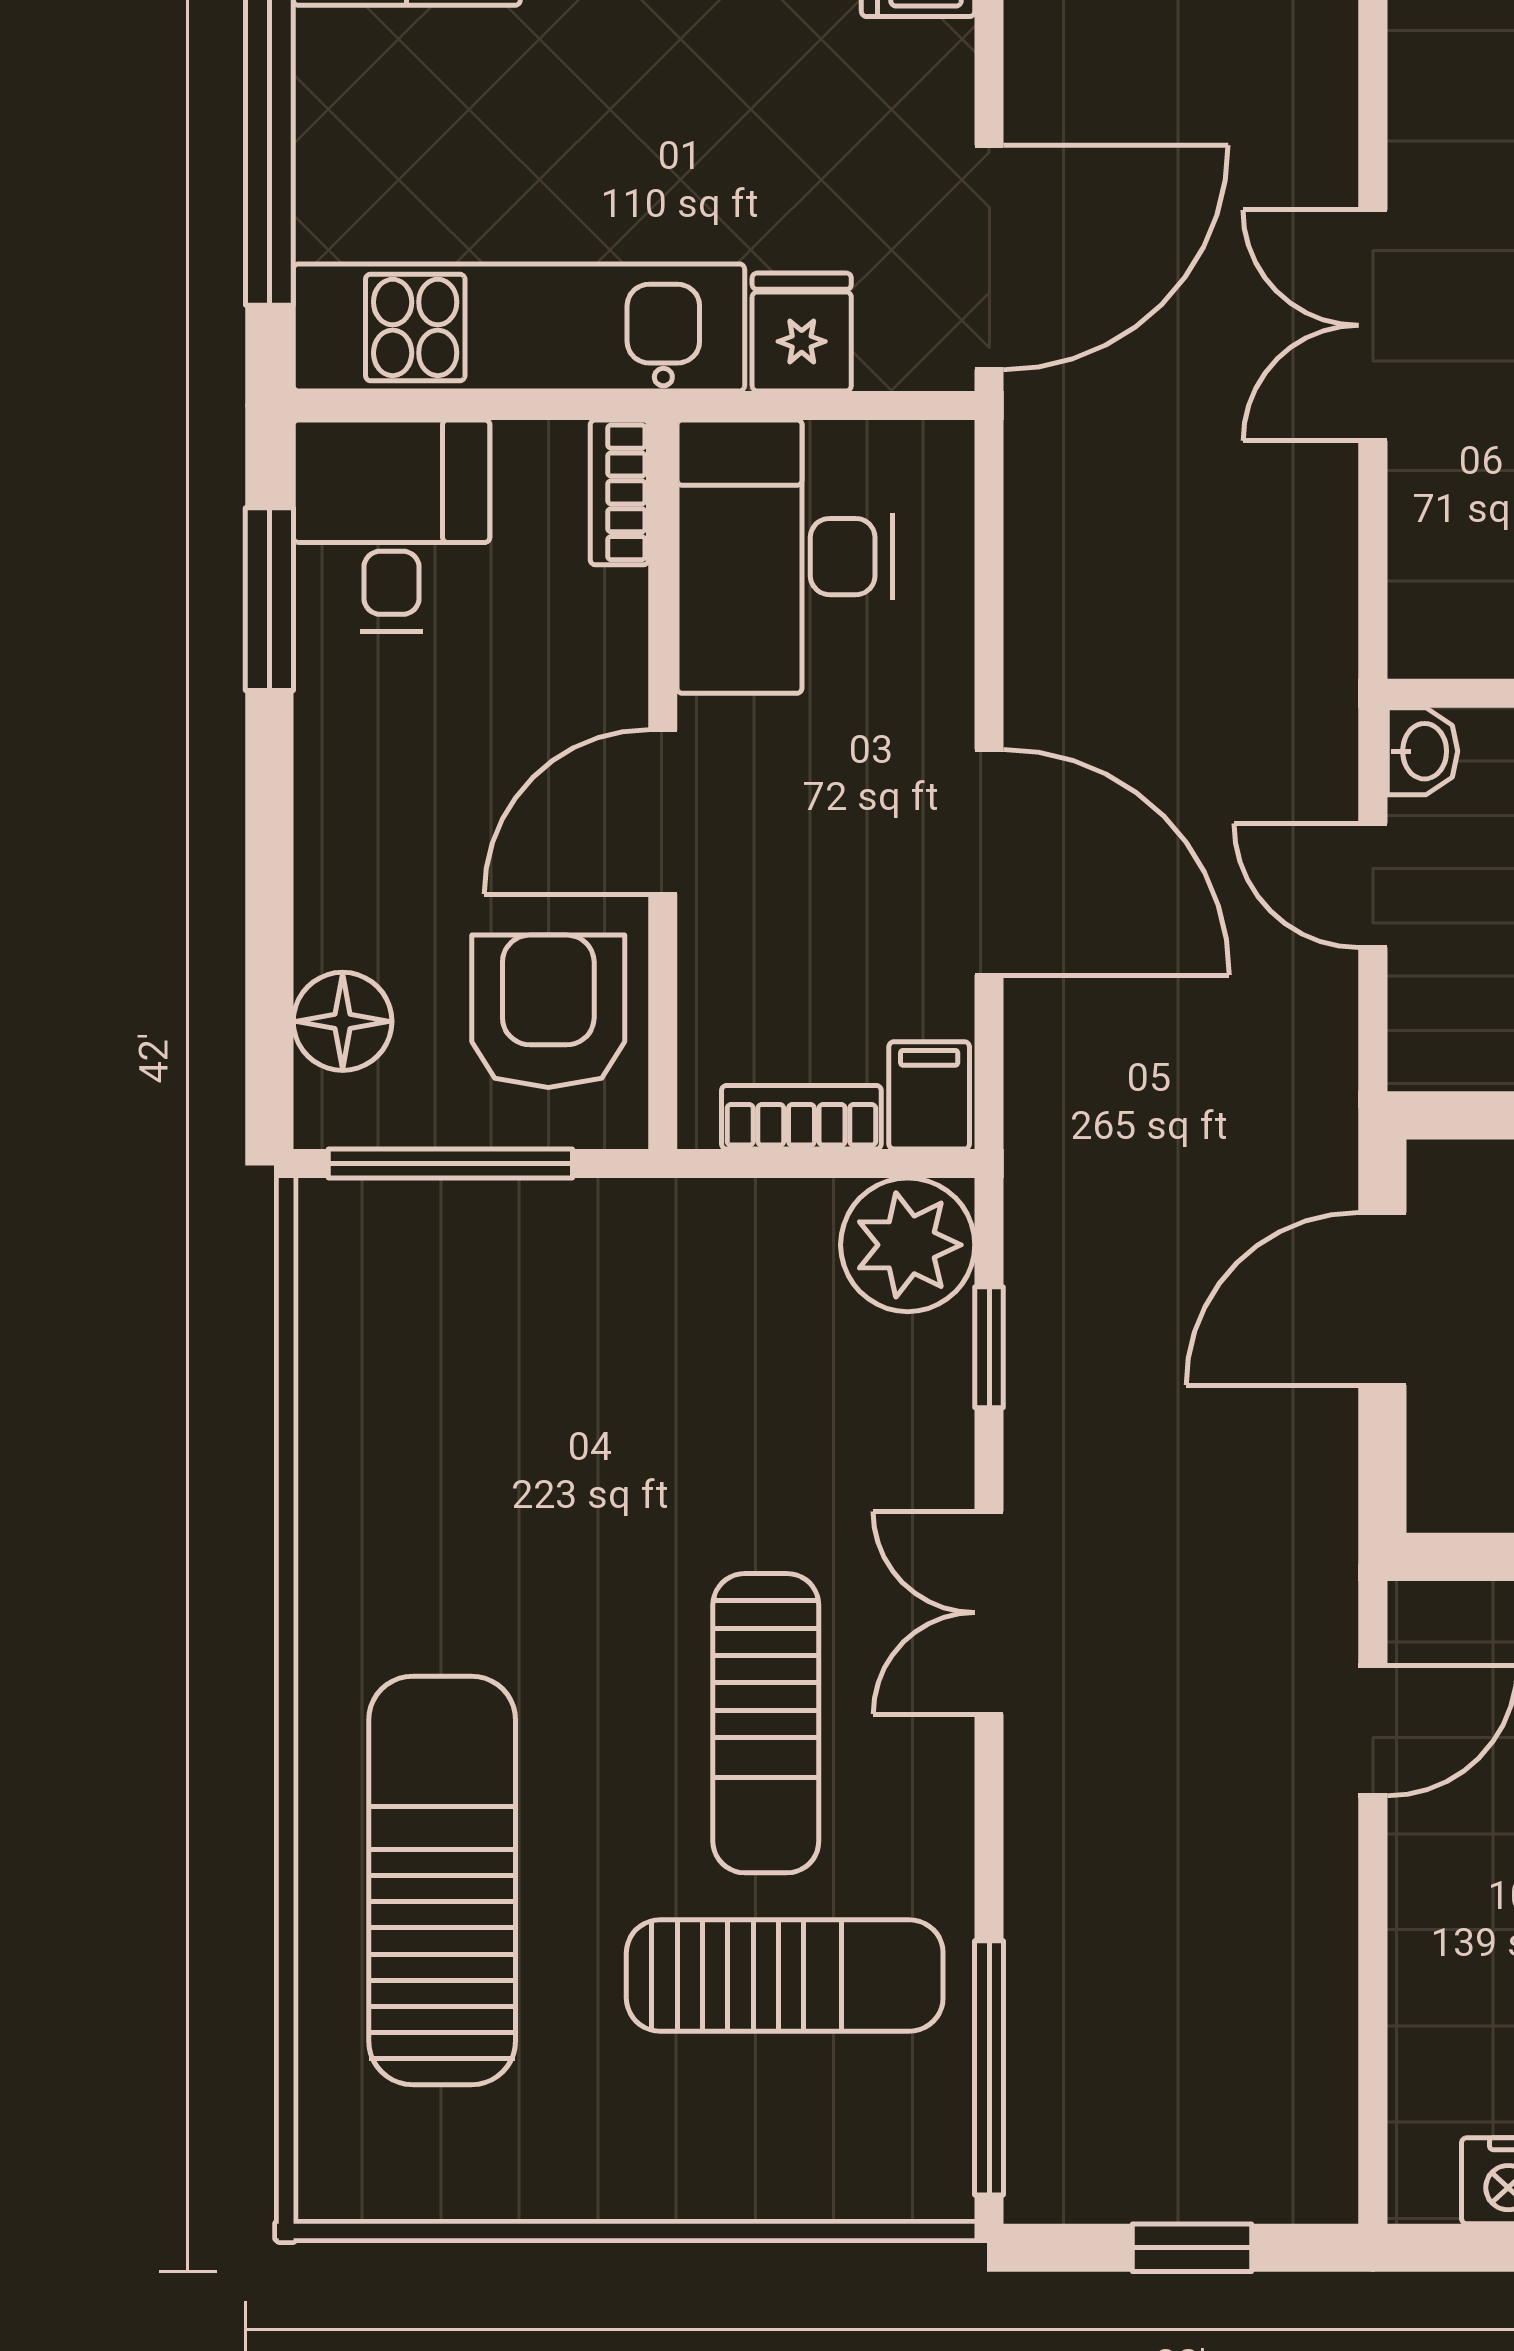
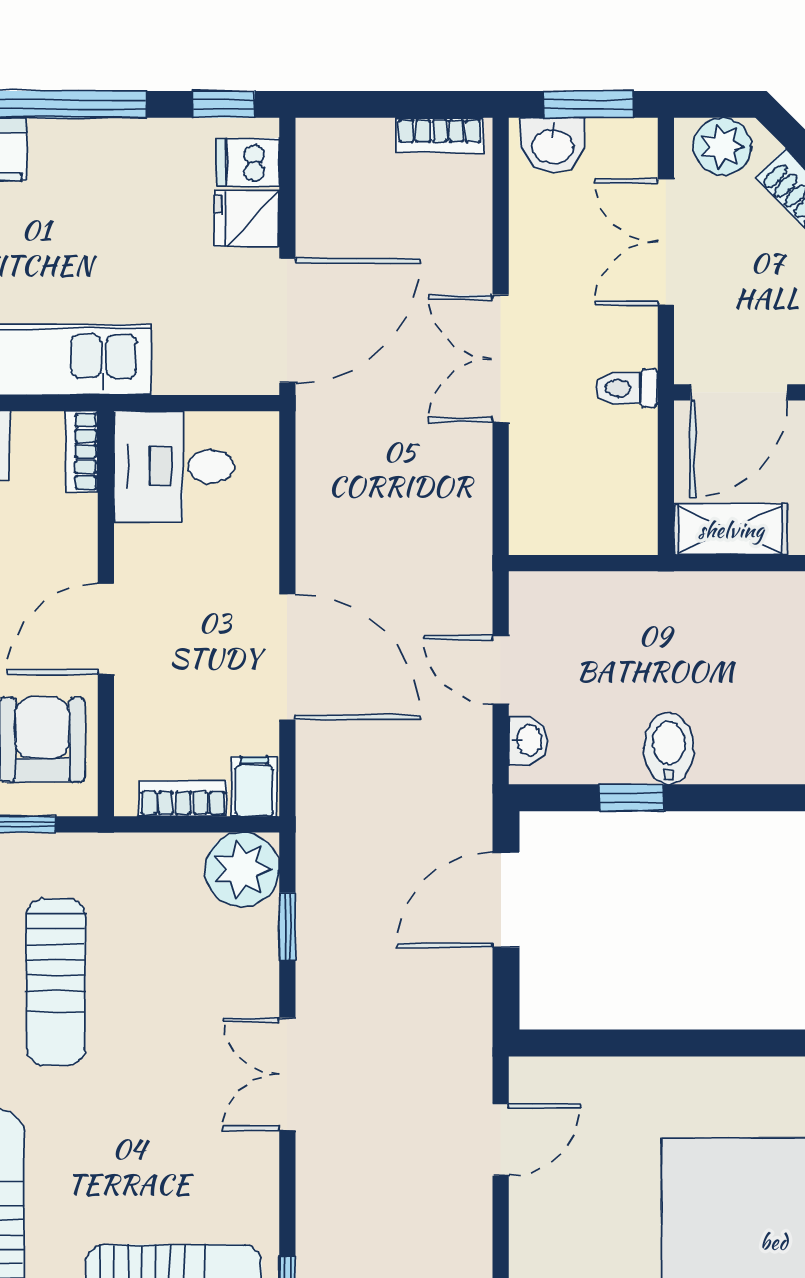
fridge: (802, 332) -> (246, 219), moved, turned -90
desk: (785, 557) -> (174, 466), width x0.73
washbasin: (1422, 751) -> (528, 740), moved
sun lounger: (766, 1723) -> (56, 982), moved

